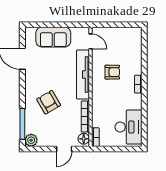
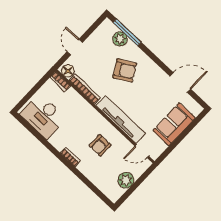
plant: (119, 34) -> (126, 180), added
plant: (31, 140) -> (120, 39), moved

